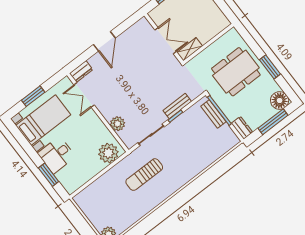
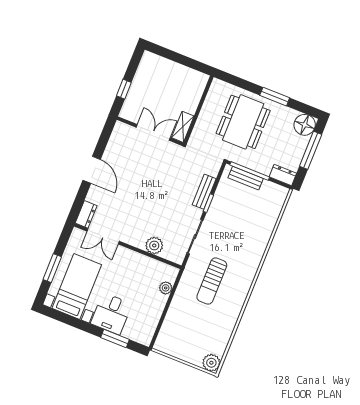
plant: (108, 153) -> (166, 288), width x0.53, depth x0.53

